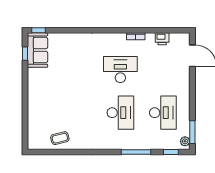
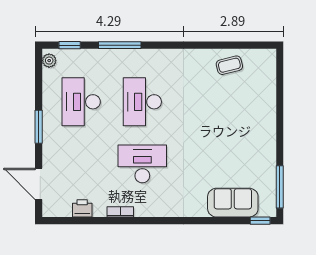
sofa: (37, 50) -> (233, 203), moved, turned 90
window: (25, 54) -> (280, 187), width x2.17
desk: (120, 70) -> (142, 164), turned 180
window: (192, 132) -> (39, 127), moved

